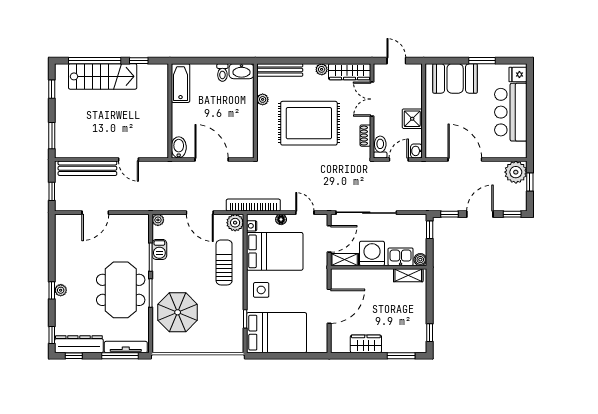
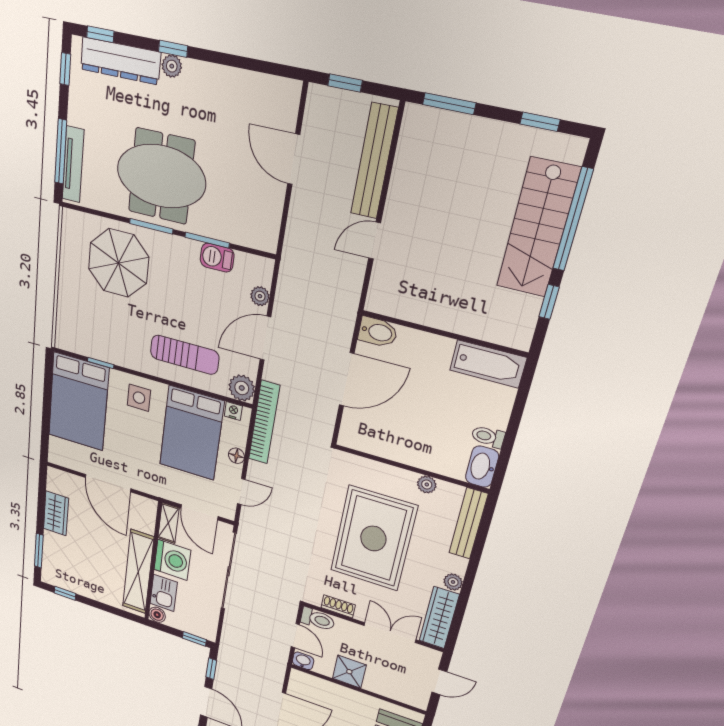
plant: (158, 220) -> (260, 296), moved
shelving: (408, 275) -> (138, 572), width x2.20, depth x1.33
dresser: (79, 344) -> (120, 61), moved, turned 90

